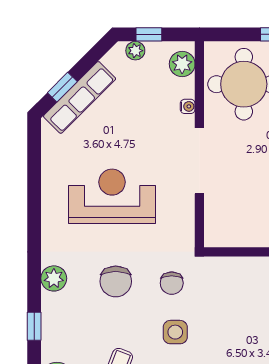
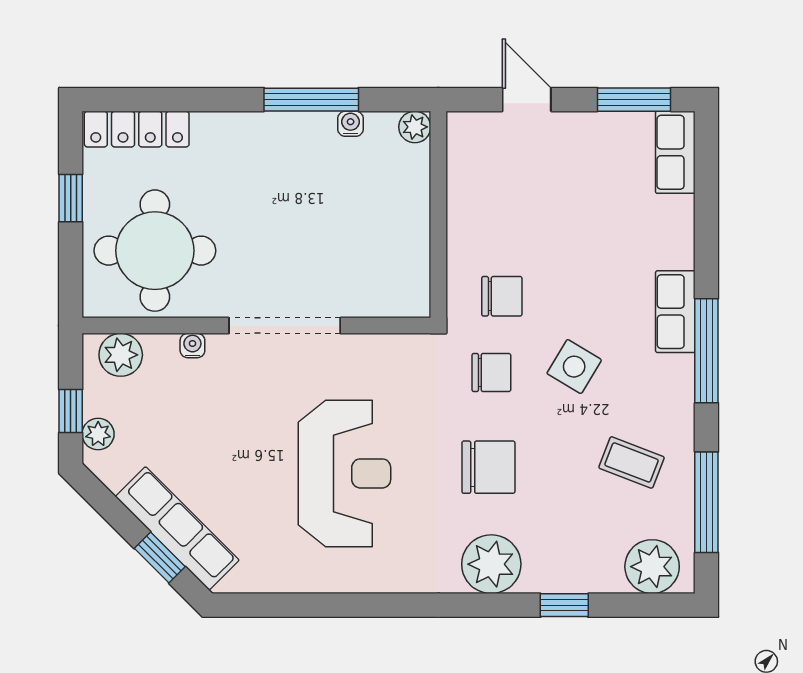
reception desk: (112, 196) -> (344, 473), turned 180
plant: (54, 278) -> (491, 564), width x1.36, depth x1.36
chair: (217, 289) -> (502, 296), added
side table: (175, 332) -> (574, 367), turned 31

